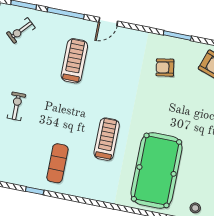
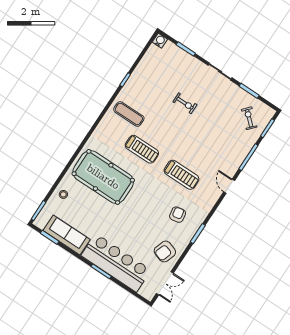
treadmill: (74, 61) -> (181, 175), moved
exercise bike: (16, 106) -> (185, 103), moved
exercise mat: (57, 163) -> (129, 114), moved

